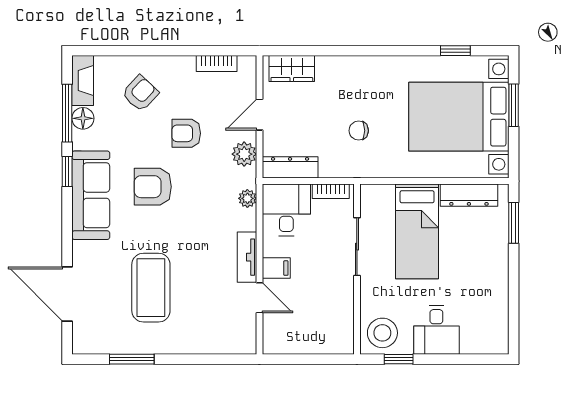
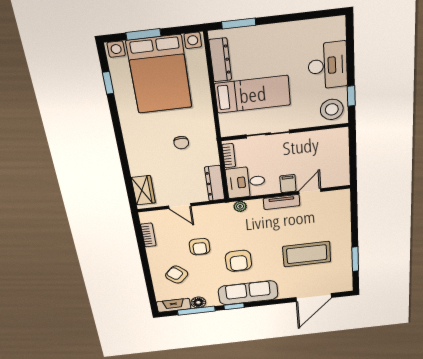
plant: (244, 154) -> (209, 212), removed
desk: (436, 330) -> (328, 66), width x1.37

